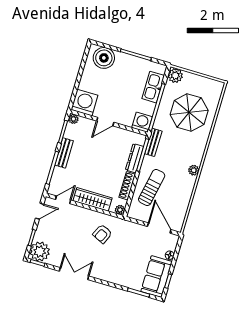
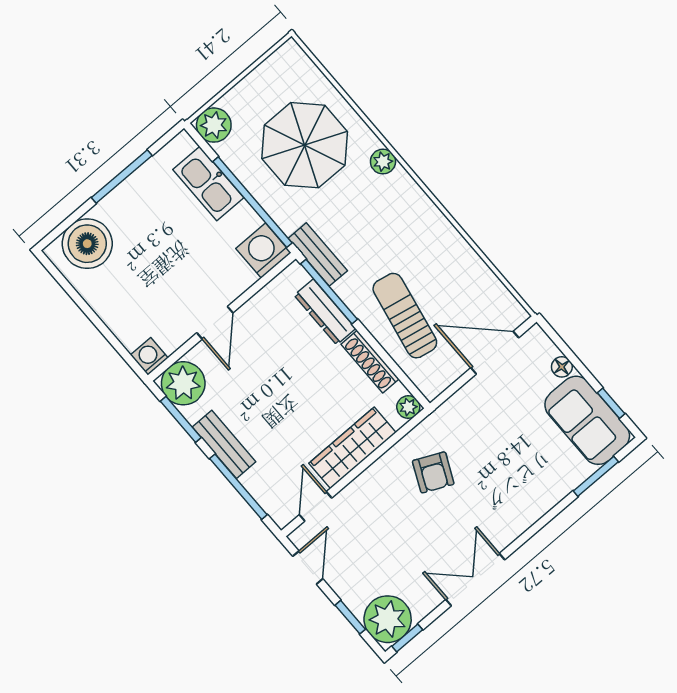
washing machine: (84, 103) -> (149, 356), width x0.53, depth x0.53
plant: (73, 119) -> (183, 383), width x1.88, depth x1.88
plant: (194, 170) -> (383, 162), moved

